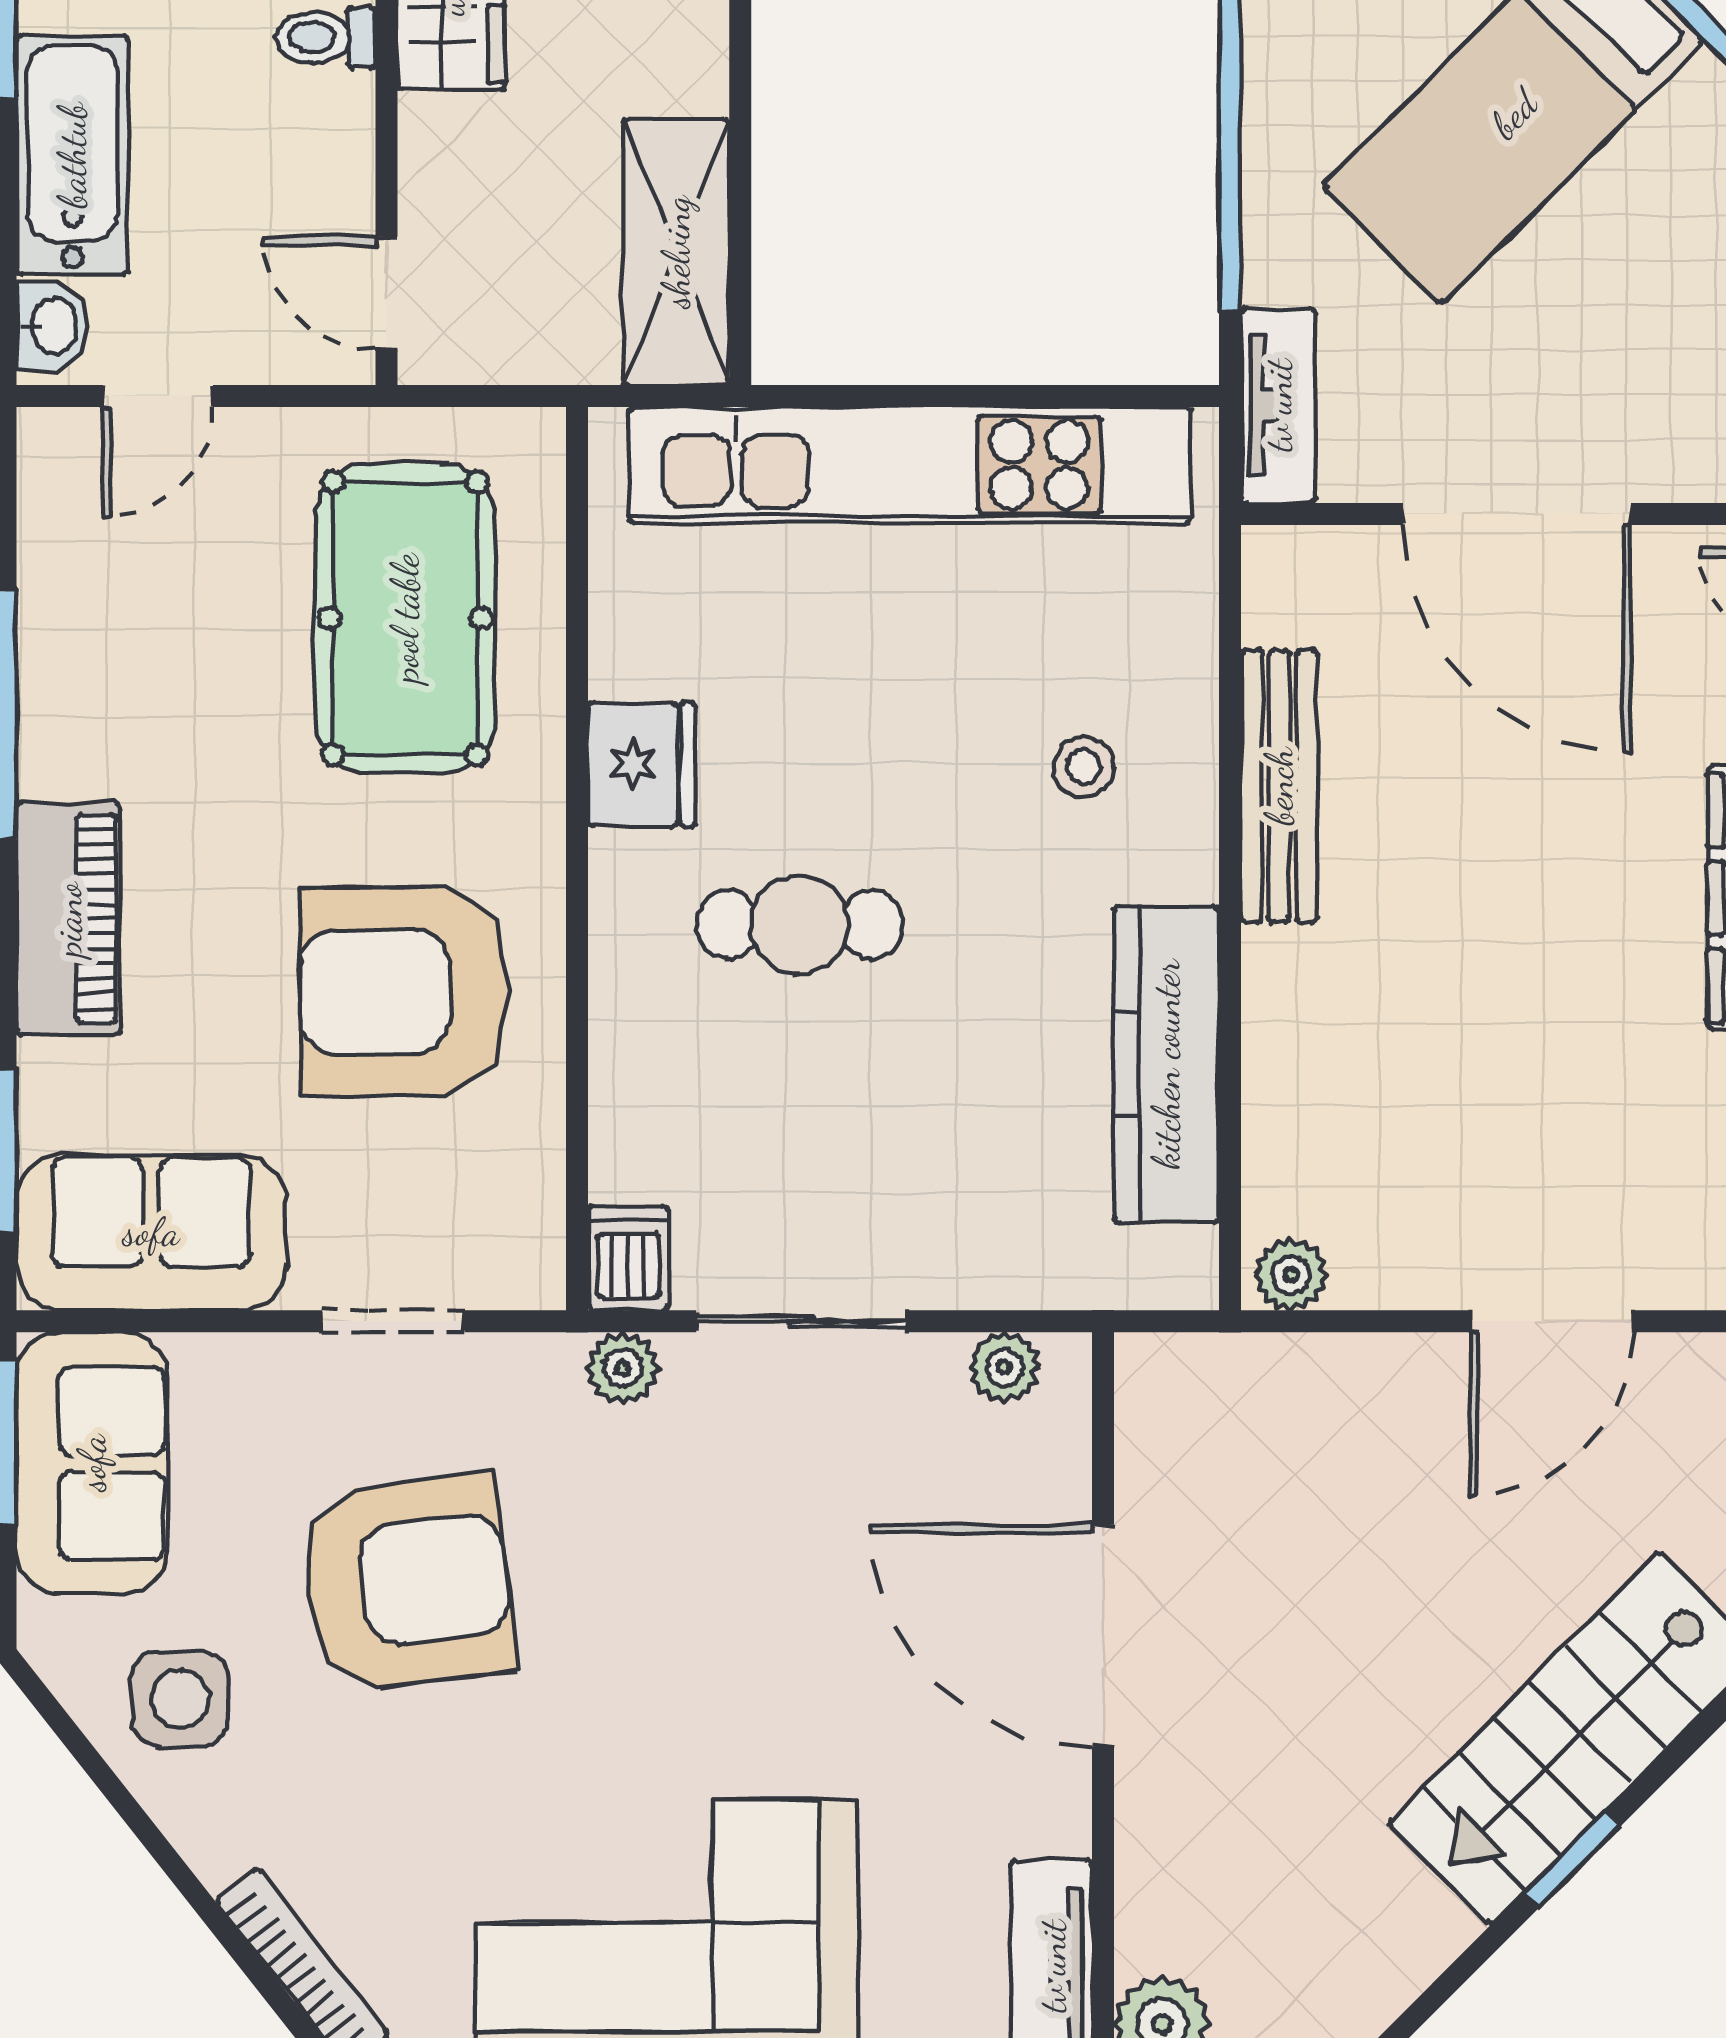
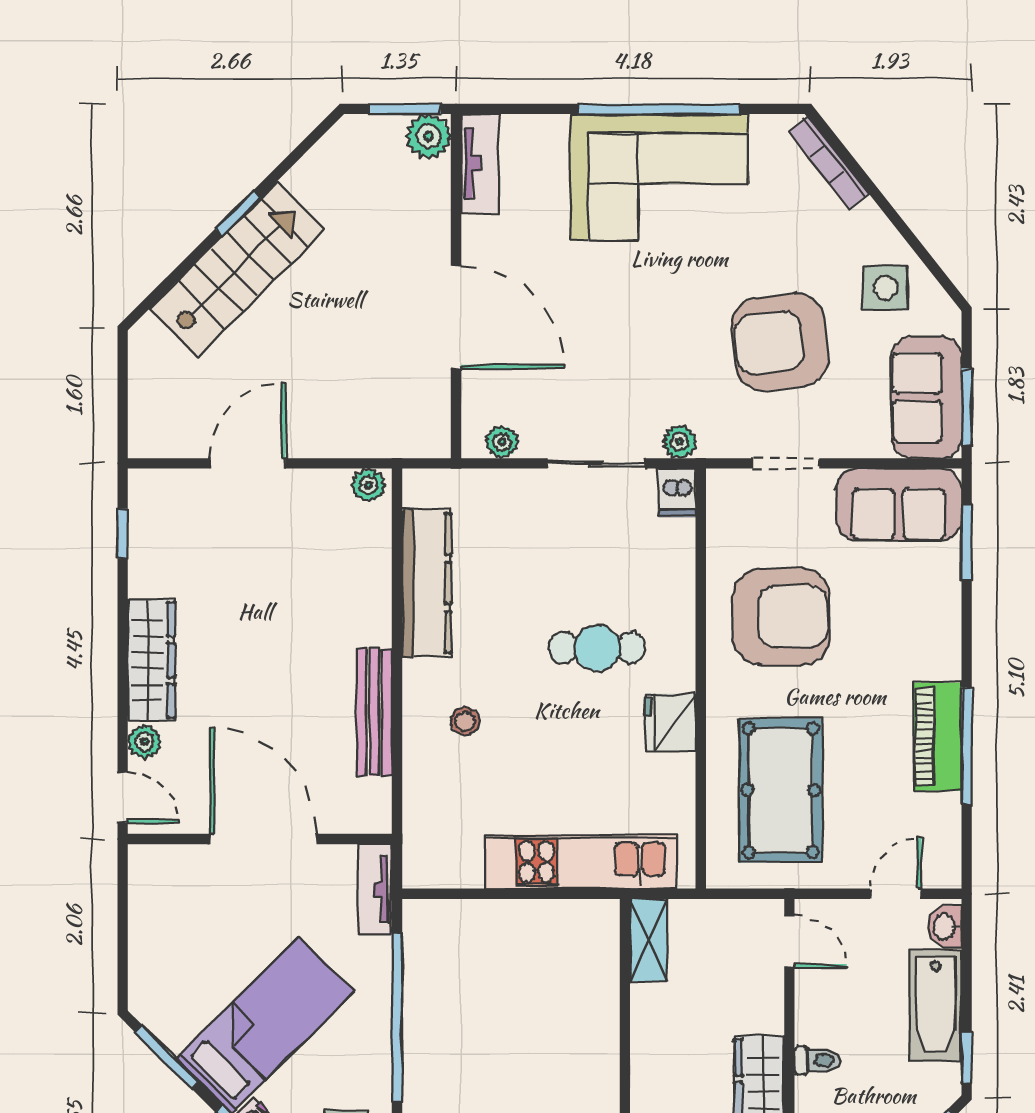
shelving: (676, 252) -> (648, 940), width x0.67, depth x0.75
kitchen unit: (910, 465) -> (581, 862), width x0.73
piano: (68, 919) -> (937, 737), moved

